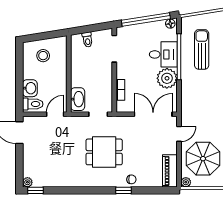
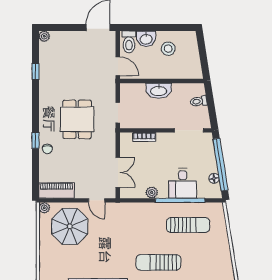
floor lamp: (170, 24) -> (214, 178), moved
stool: (43, 56) -> (168, 49), moved
plant: (167, 78) -> (152, 192), width x0.53, depth x0.53
washbasin: (78, 99) -> (159, 91), moved
double door: (153, 114) -> (118, 172), width x0.73
window: (36, 190) -> (36, 71), moved

